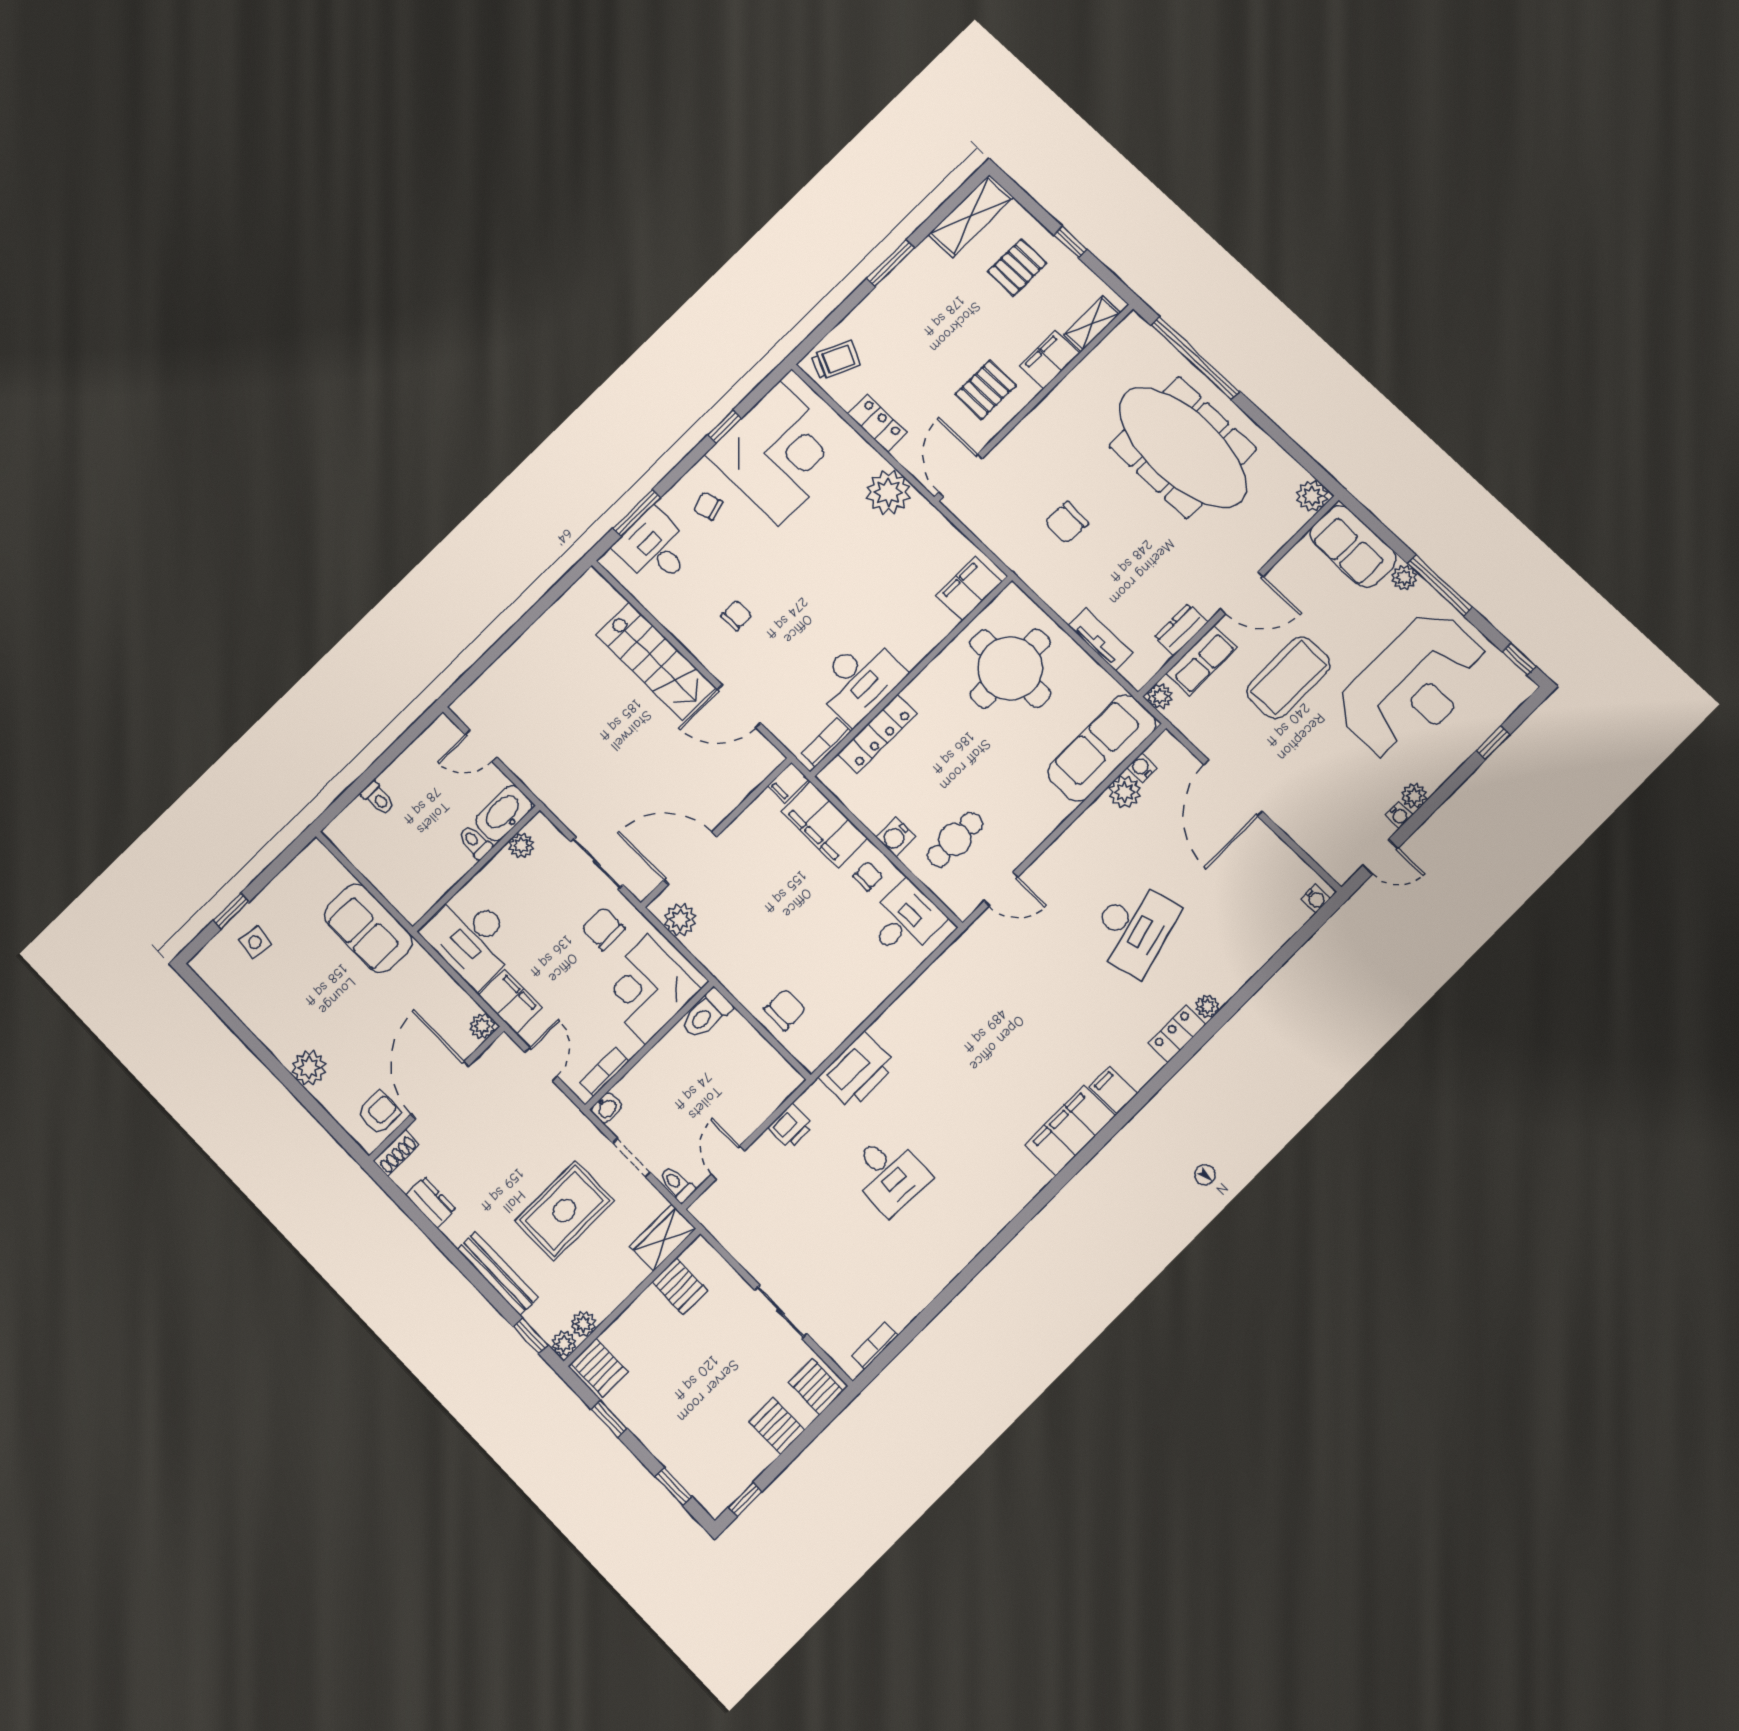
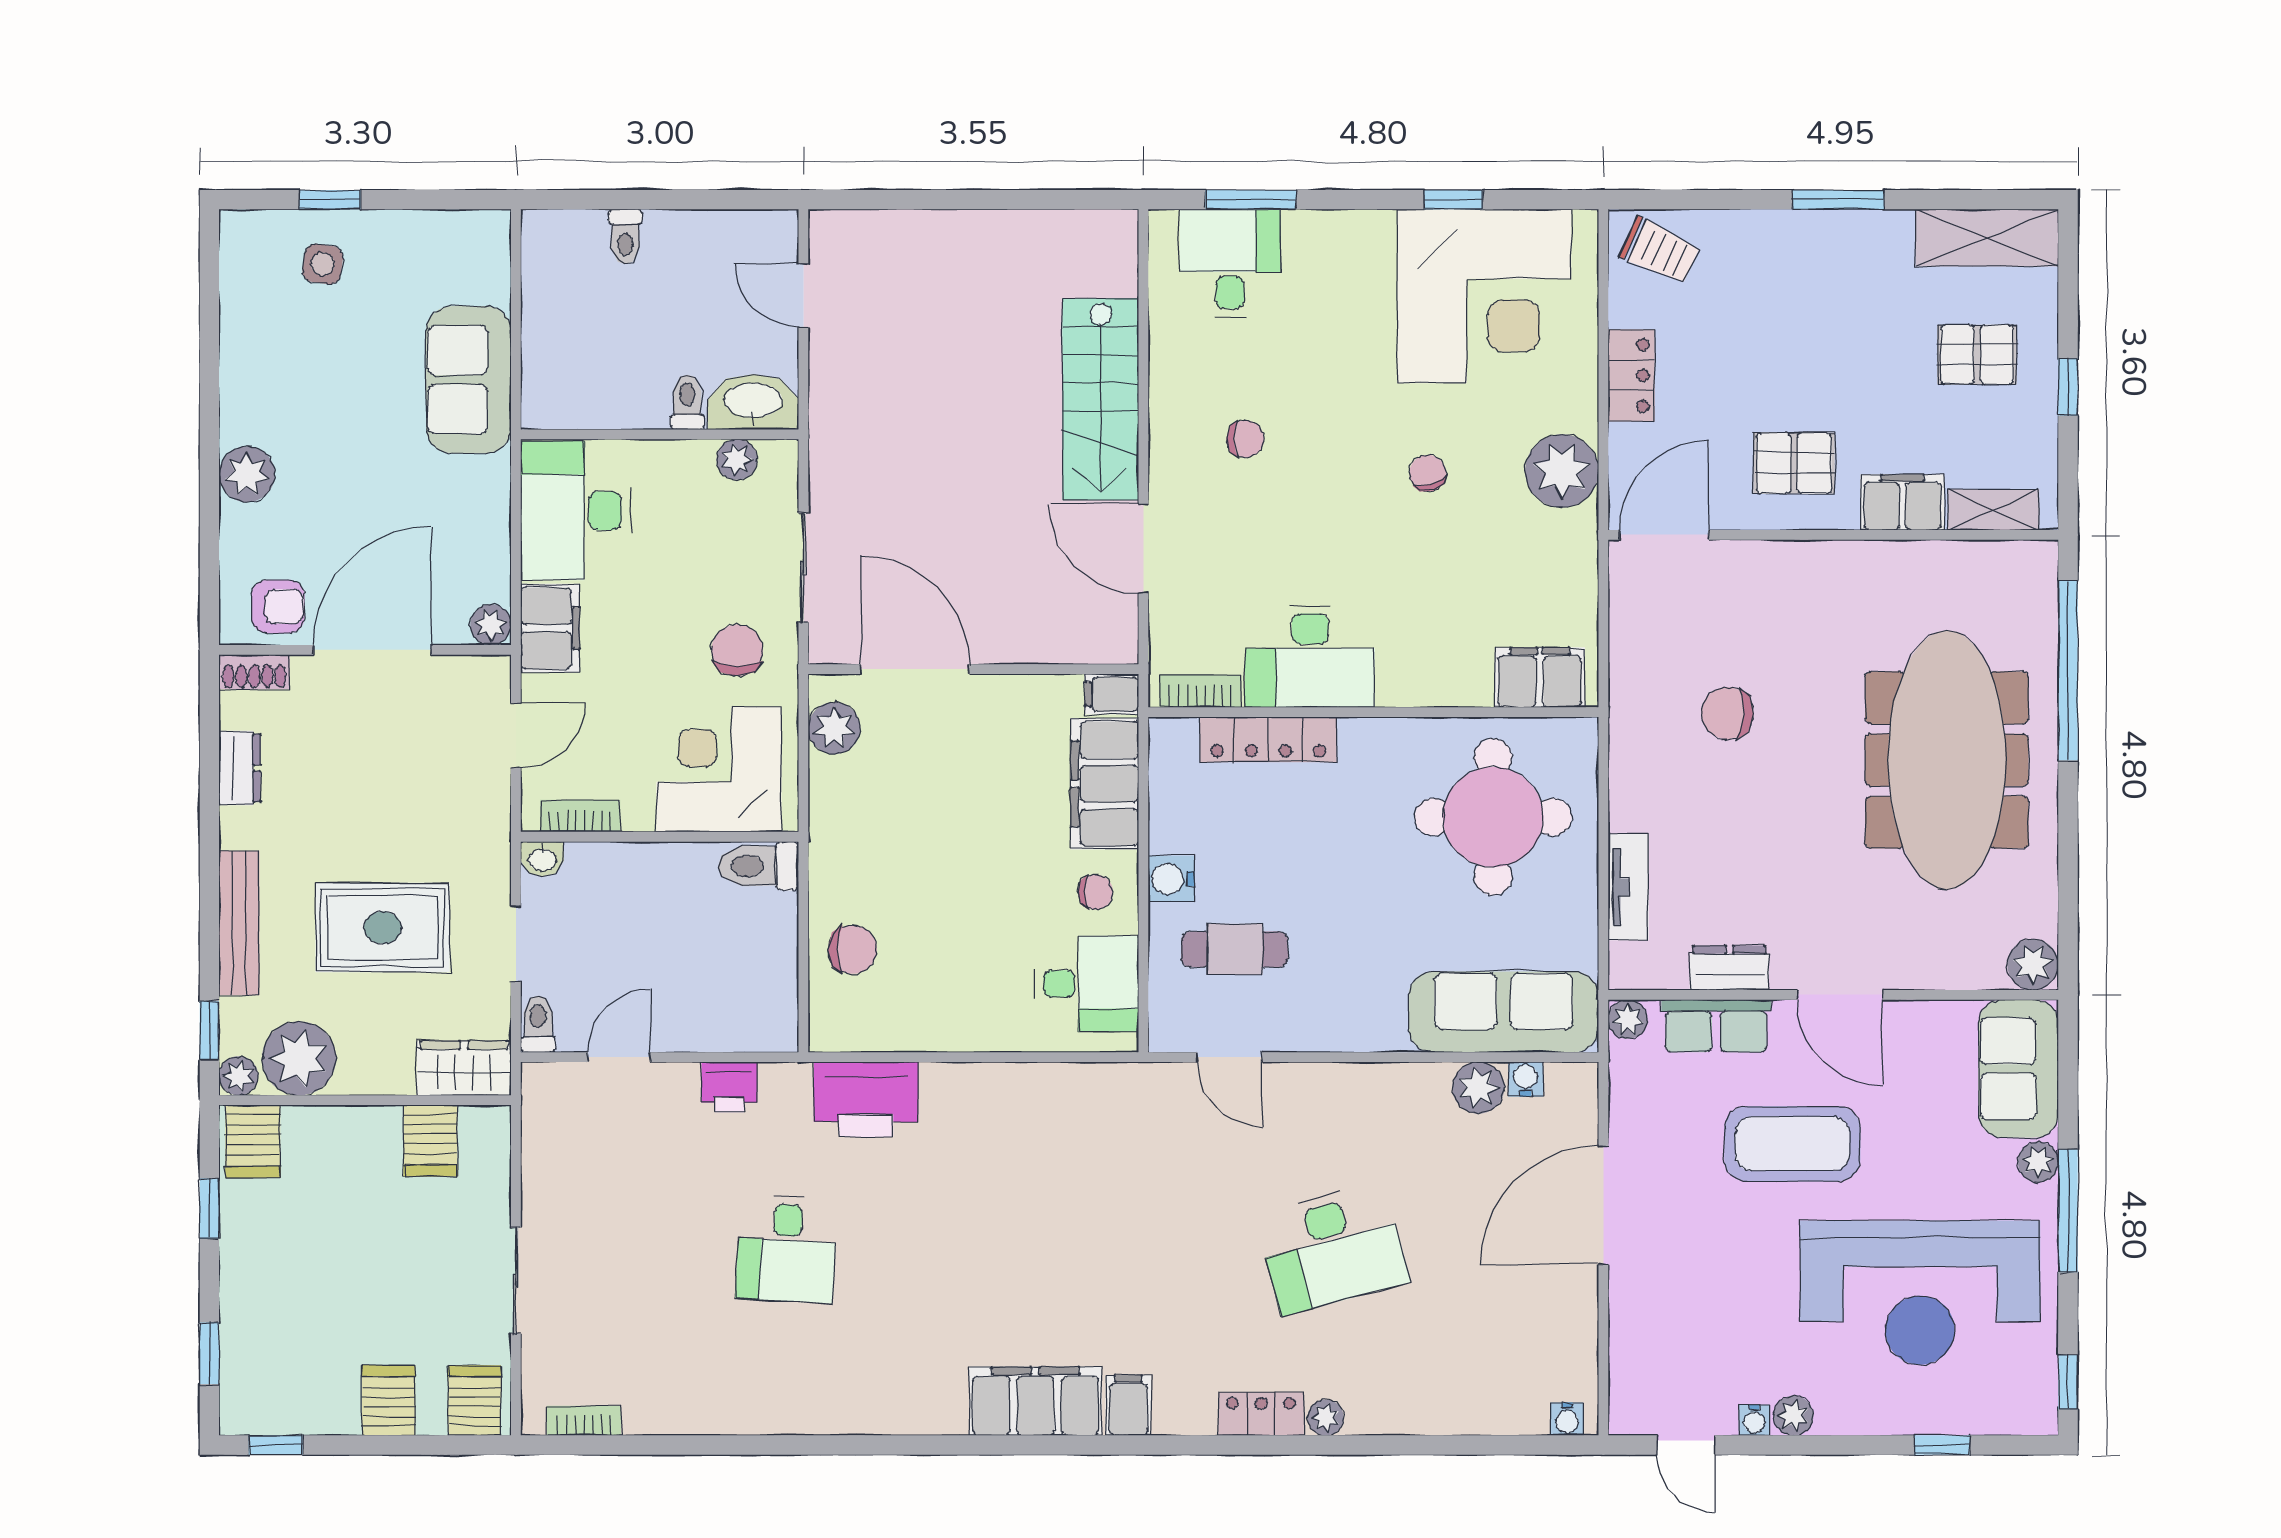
chair: (708, 506) -> (1428, 473), moved
plant: (583, 1324) -> (299, 1058), width x1.87, depth x1.87

